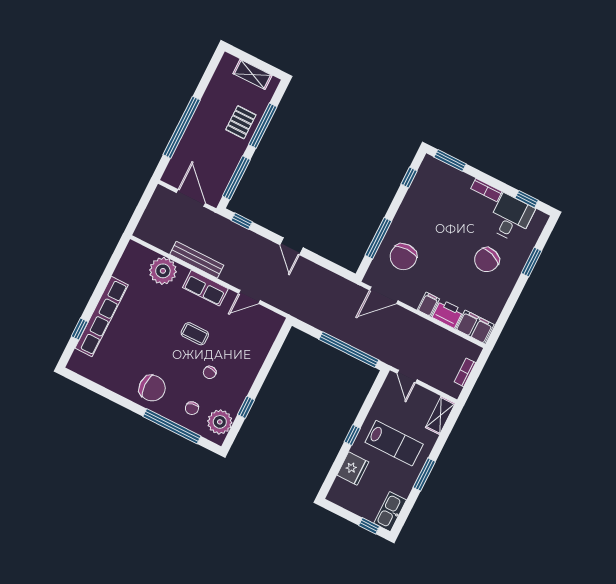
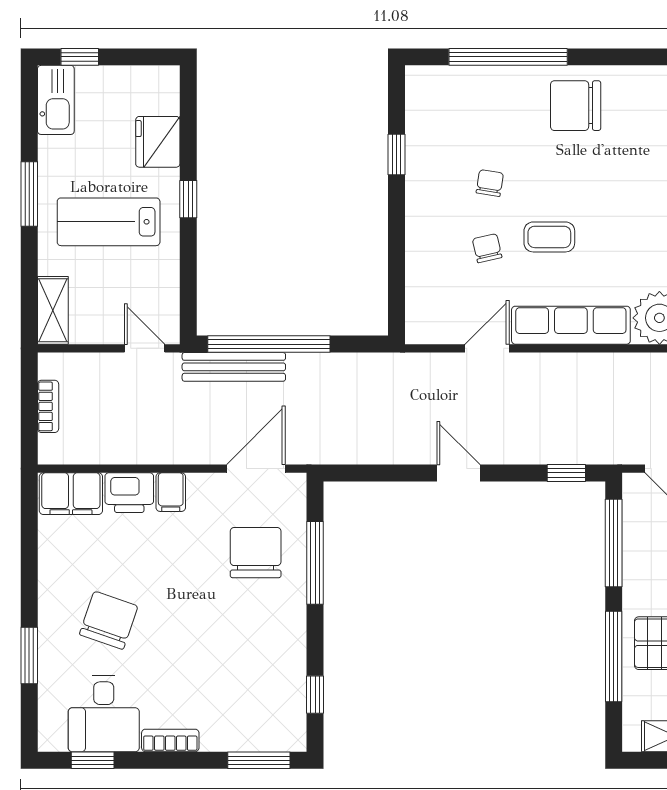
bench: (197, 260) -> (234, 367), moved
row of seats: (205, 288) -> (571, 325), width x1.48
chair: (192, 408) -> (487, 248), moved
plant: (220, 422) -> (429, 106), removed

